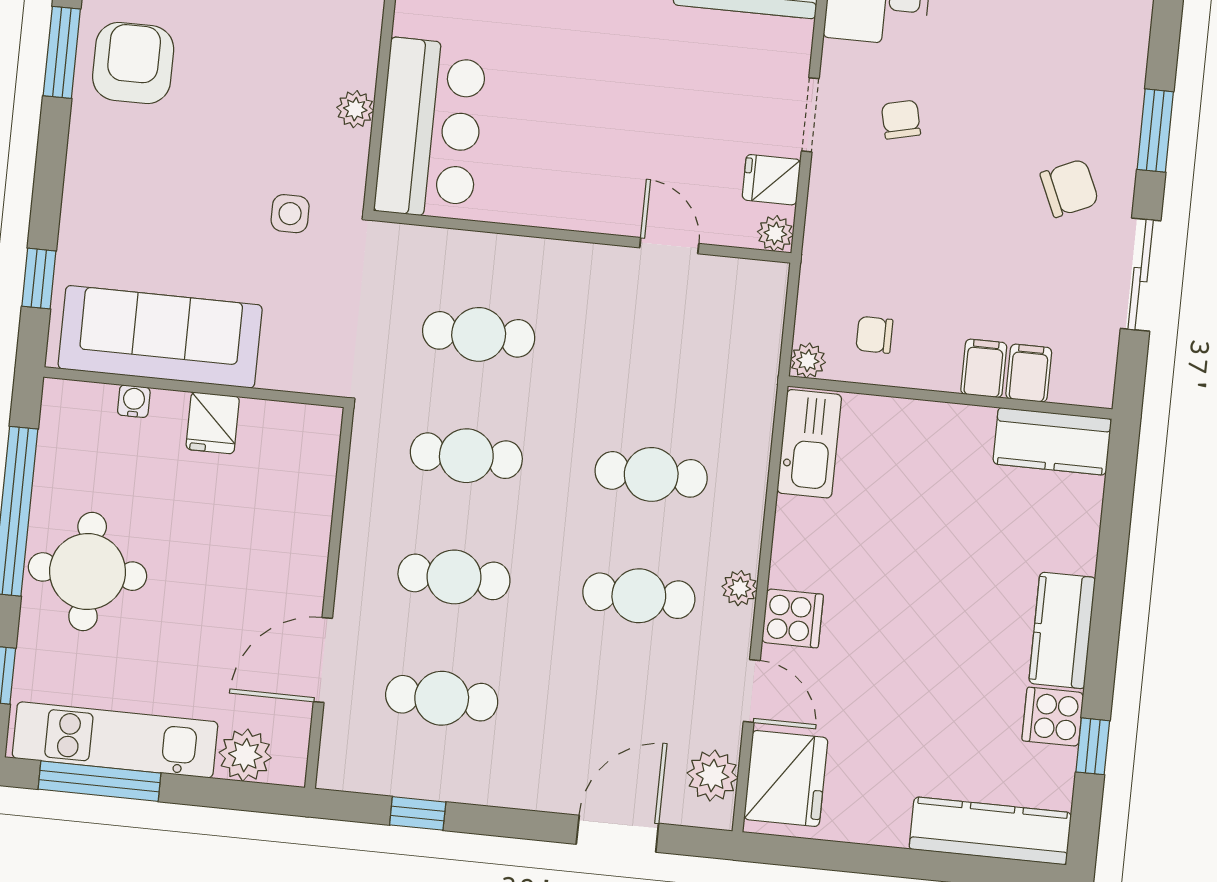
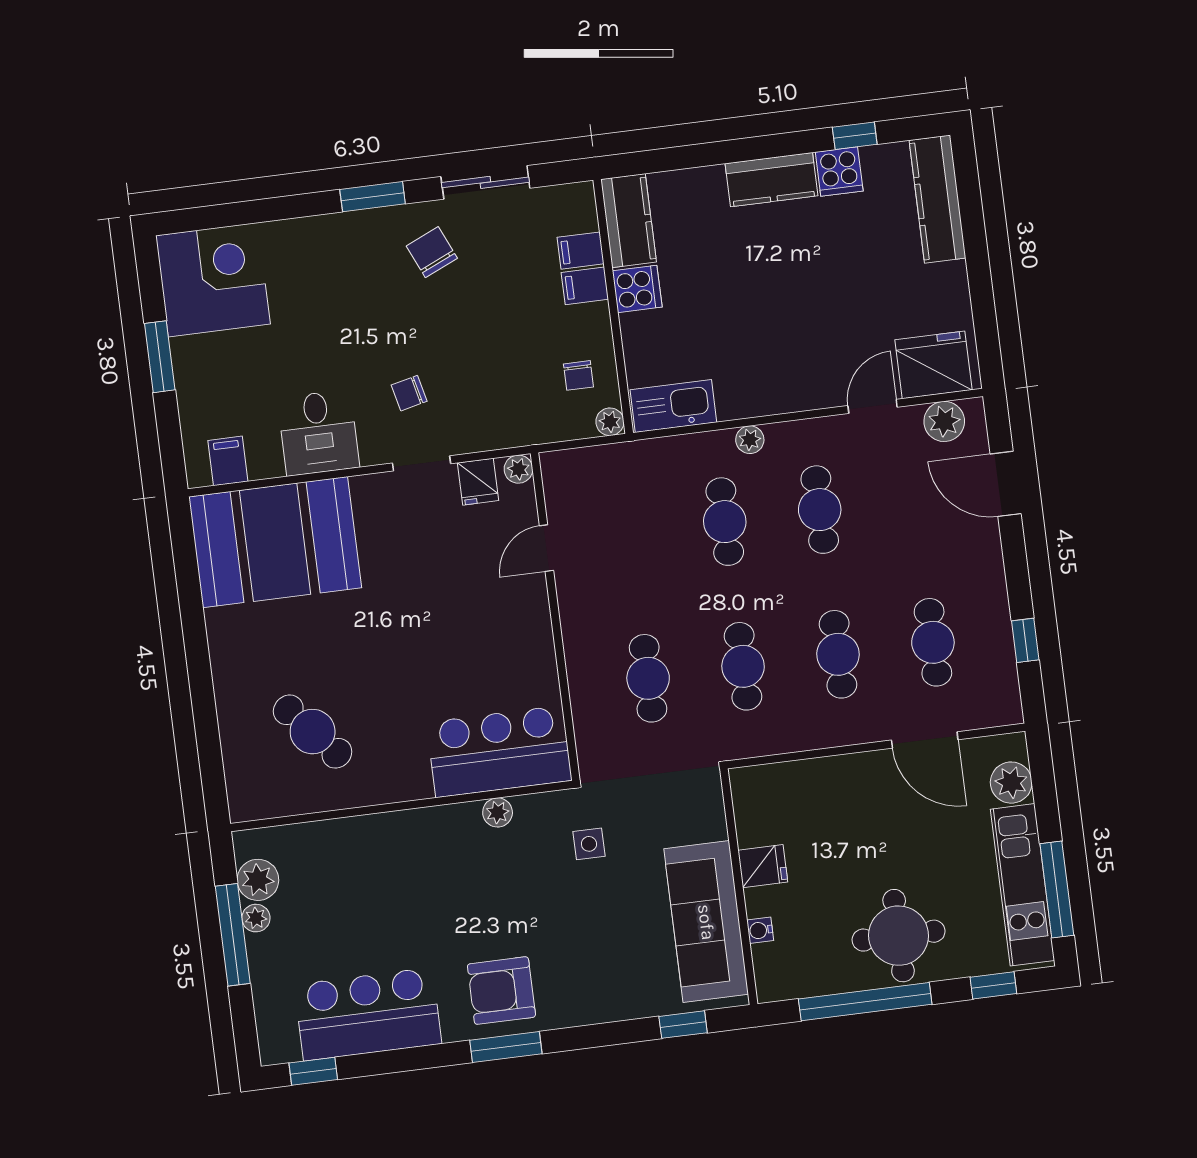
plant: (740, 588) -> (750, 440), moved
cooker: (793, 618) -> (637, 289), moved, turned 90

